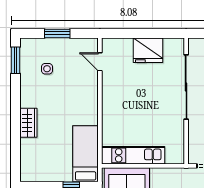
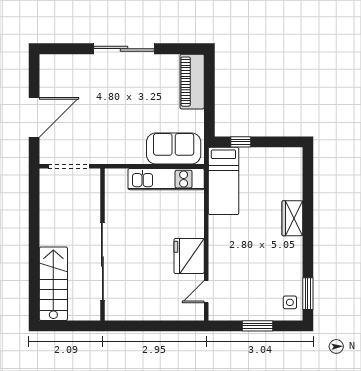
fridge: (148, 50) -> (189, 256), moved, turned -90
door: (100, 62) -> (206, 292), swing flipped
side table: (47, 69) -> (290, 302), moved

